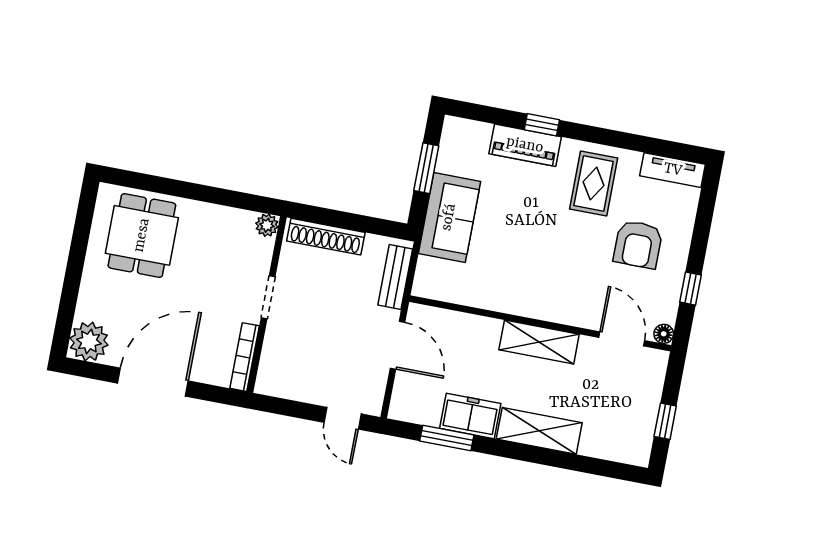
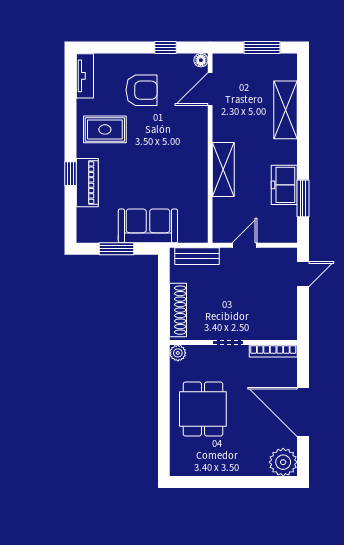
dining table: (142, 235) -> (203, 409), moved, turned 90
shelving: (539, 342) -> (223, 170), moved
door: (397, 345) -> (244, 245), width x0.73
window: (665, 421) -> (262, 47), width x1.50
shelving: (539, 431) -> (286, 110), moved

